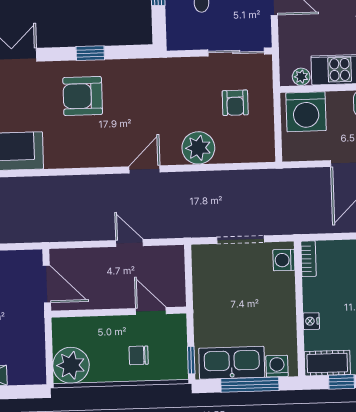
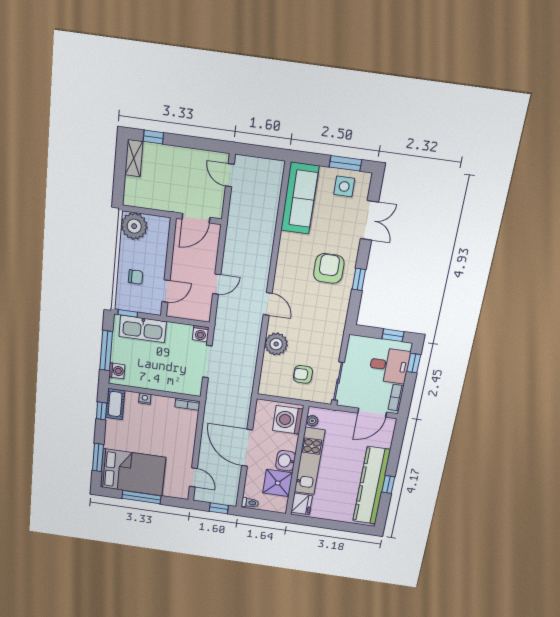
washing machine: (284, 260) -> (201, 334), moved, turned 180
chair: (139, 355) -> (136, 277), turned 90
kitchen sink: (232, 363) -> (143, 329), moved, turned 90

